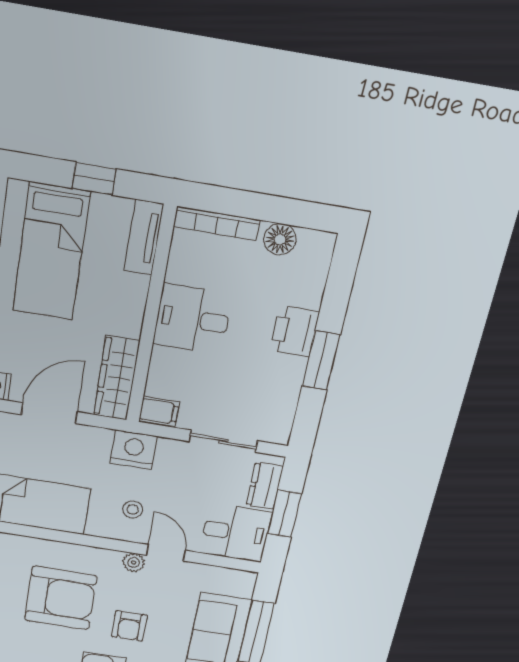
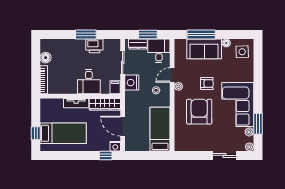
window: (94, 179) -> (36, 133), moved
tv unit: (144, 237) -> (76, 103), moved
desk: (193, 319) -> (89, 82), moved
printer: (295, 331) -> (94, 46), moved
nightstand: (134, 450) -> (132, 83), moved

